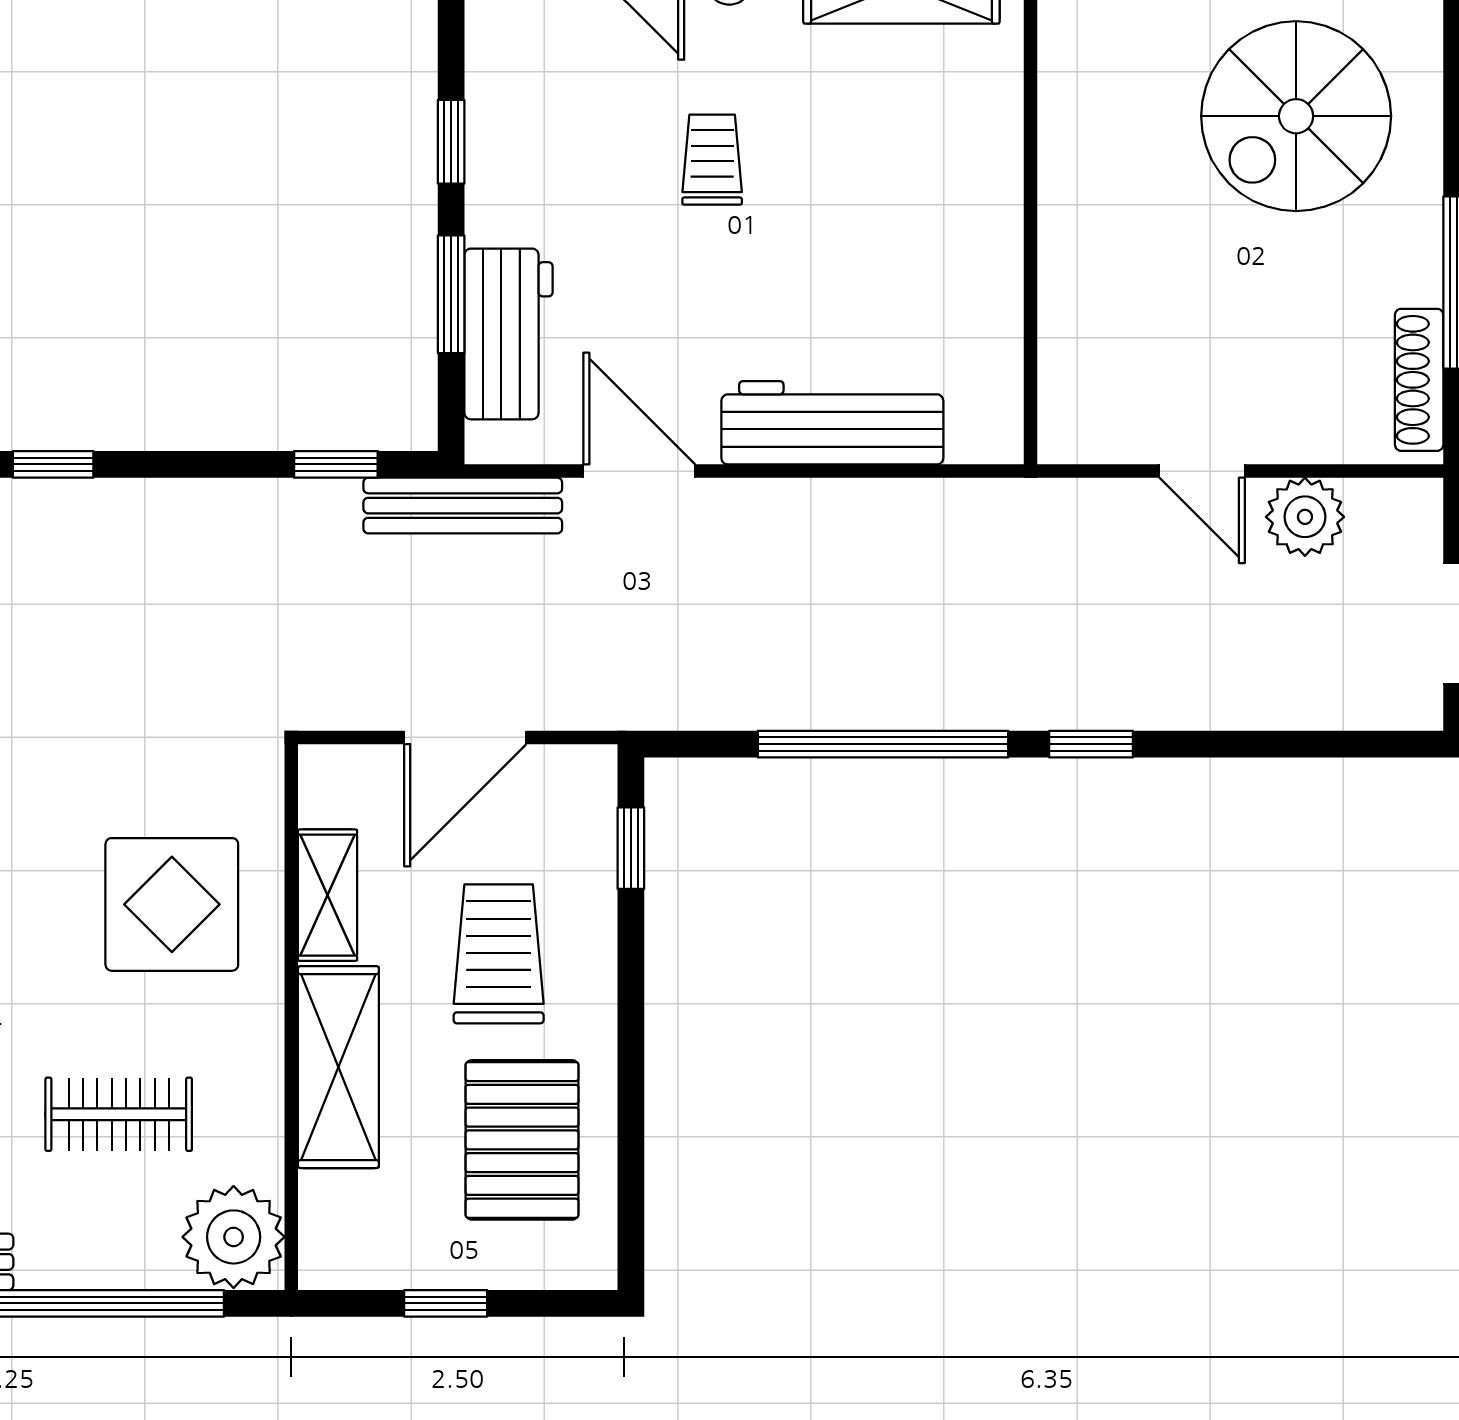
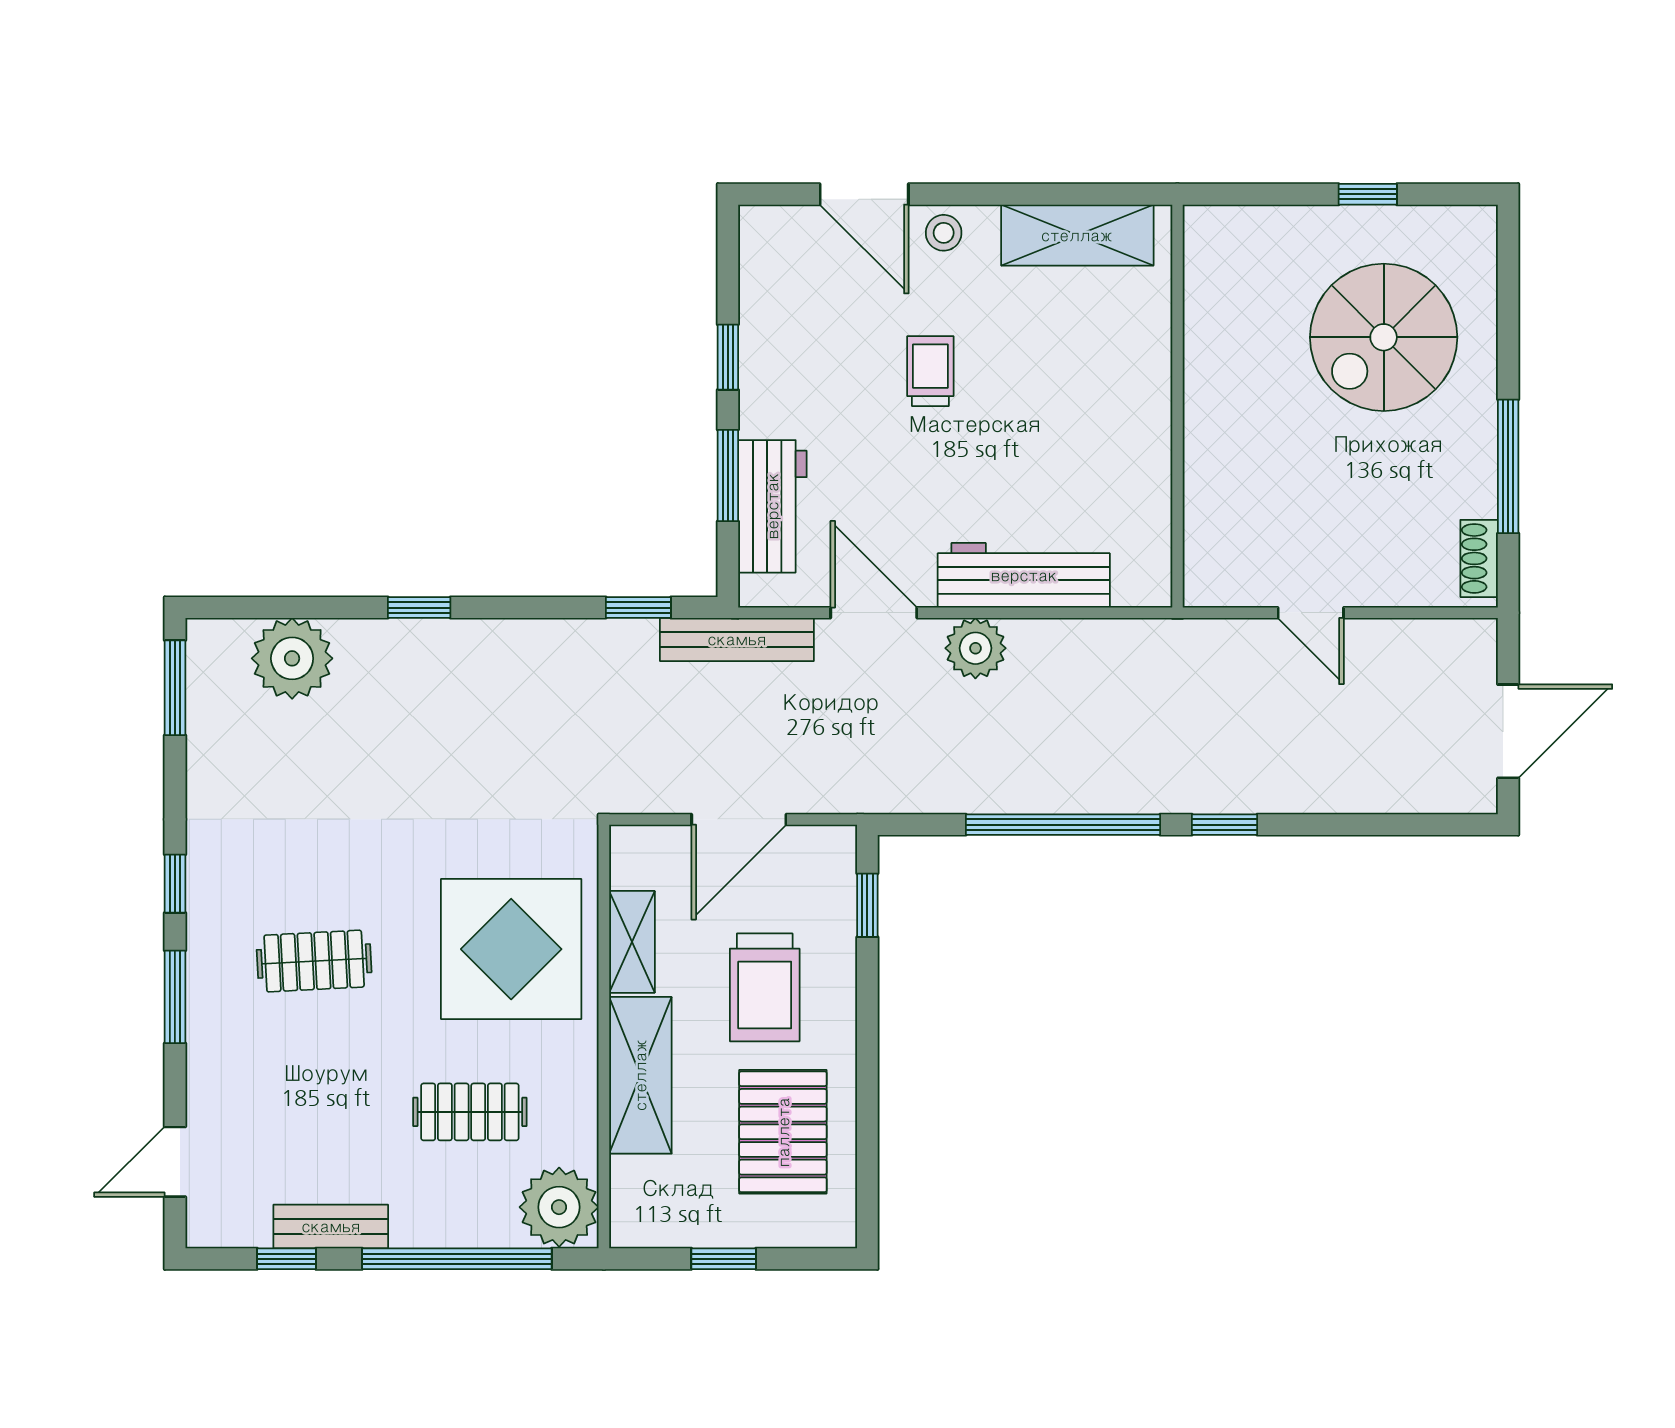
shoe rack: (1419, 380) -> (1479, 558), width x0.70
plant: (1305, 517) -> (975, 648), moved
display table: (172, 904) -> (511, 949), width x1.36, depth x1.36
trolley: (499, 954) -> (765, 987), turned 180

